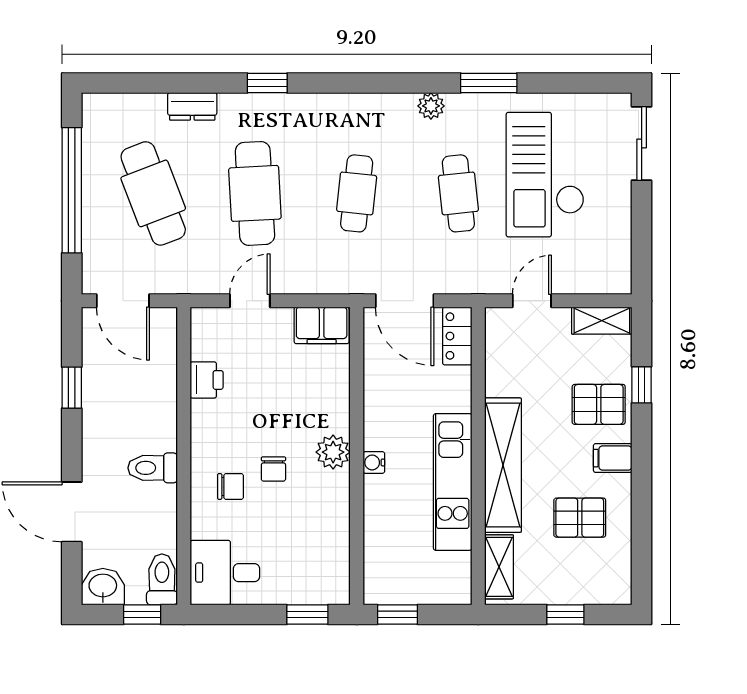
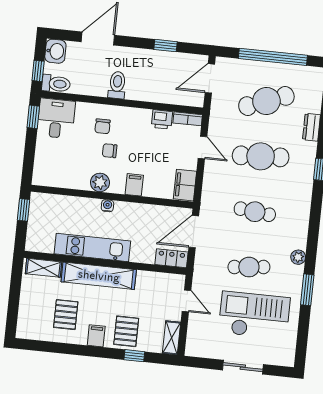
sliding door: (642, 143) -> (243, 367), moved
bookcase: (201, 333) -> (188, 119), added
filing cabinet: (331, 418) -> (134, 185), added
plant: (333, 452) -> (100, 182), moved
window: (307, 614) -> (33, 117), moved
window: (565, 614) -> (14, 301), removed

